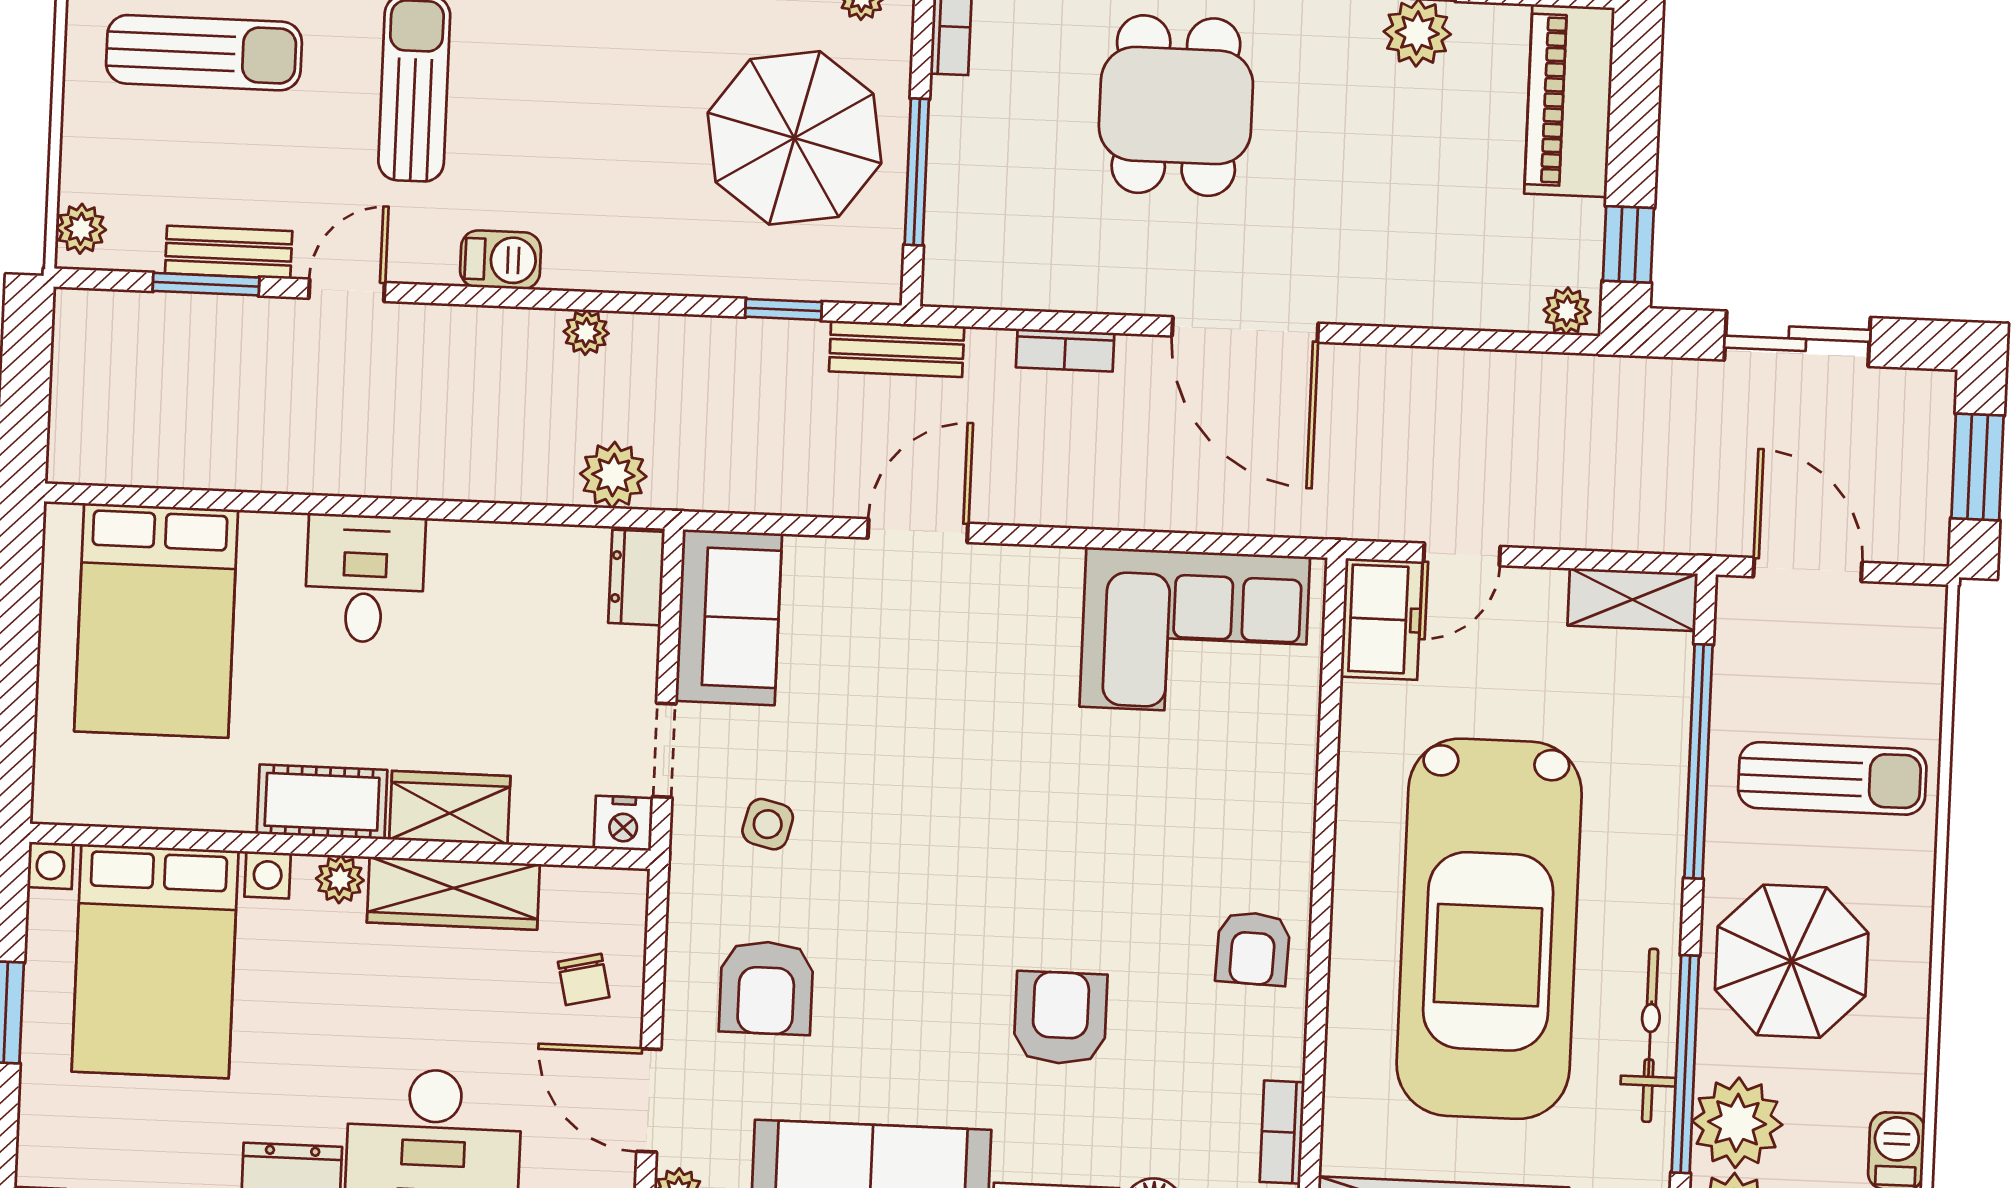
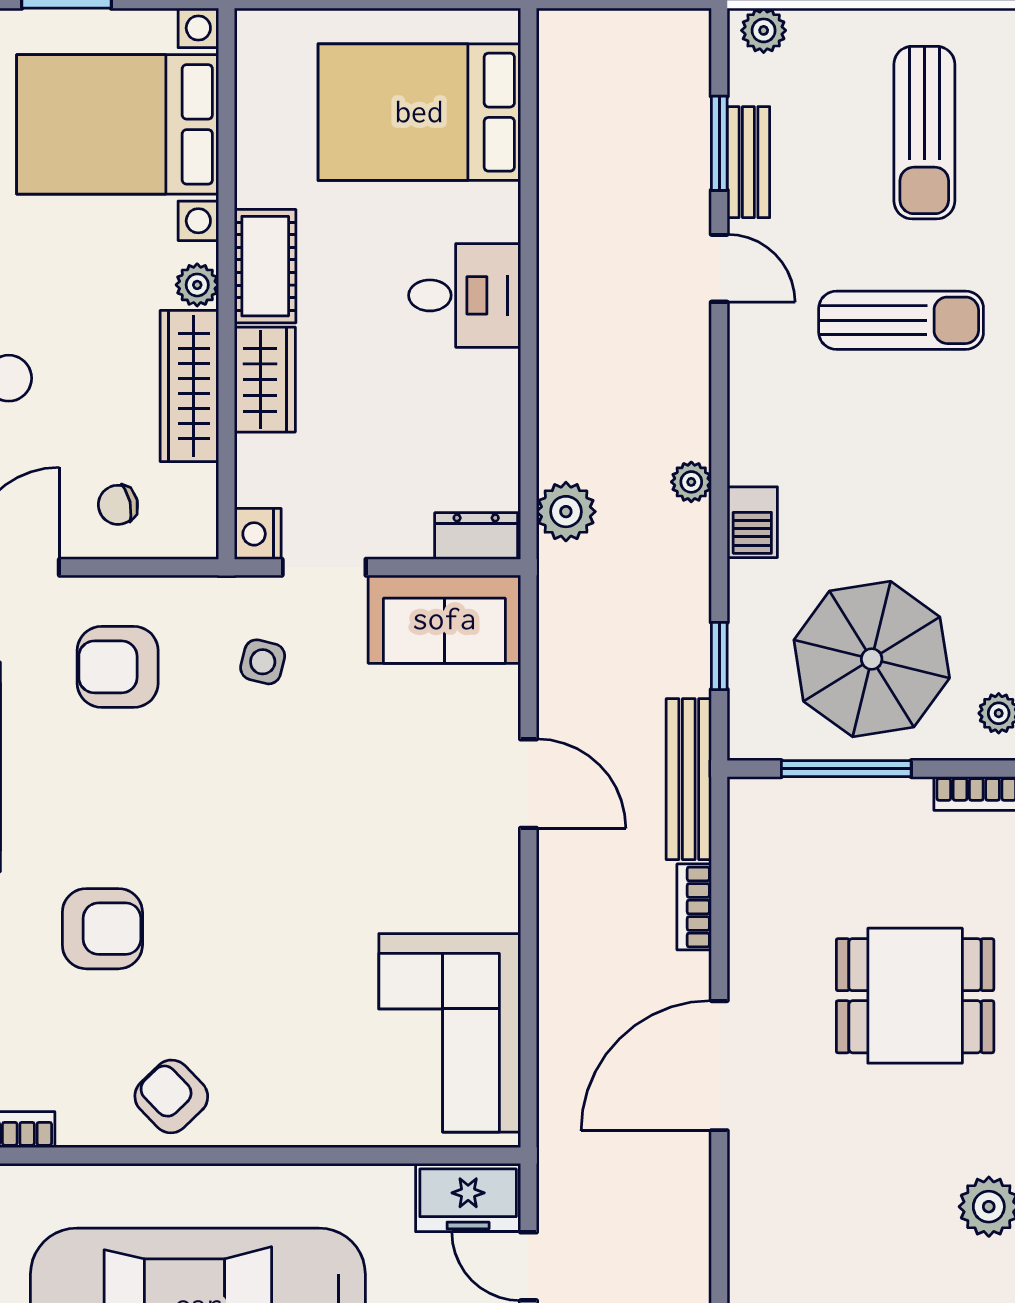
barbecue: (500, 260) -> (752, 522), moved
bench: (897, 349) -> (689, 779), width x1.36
armchair: (1253, 948) -> (171, 1096), turned 44

